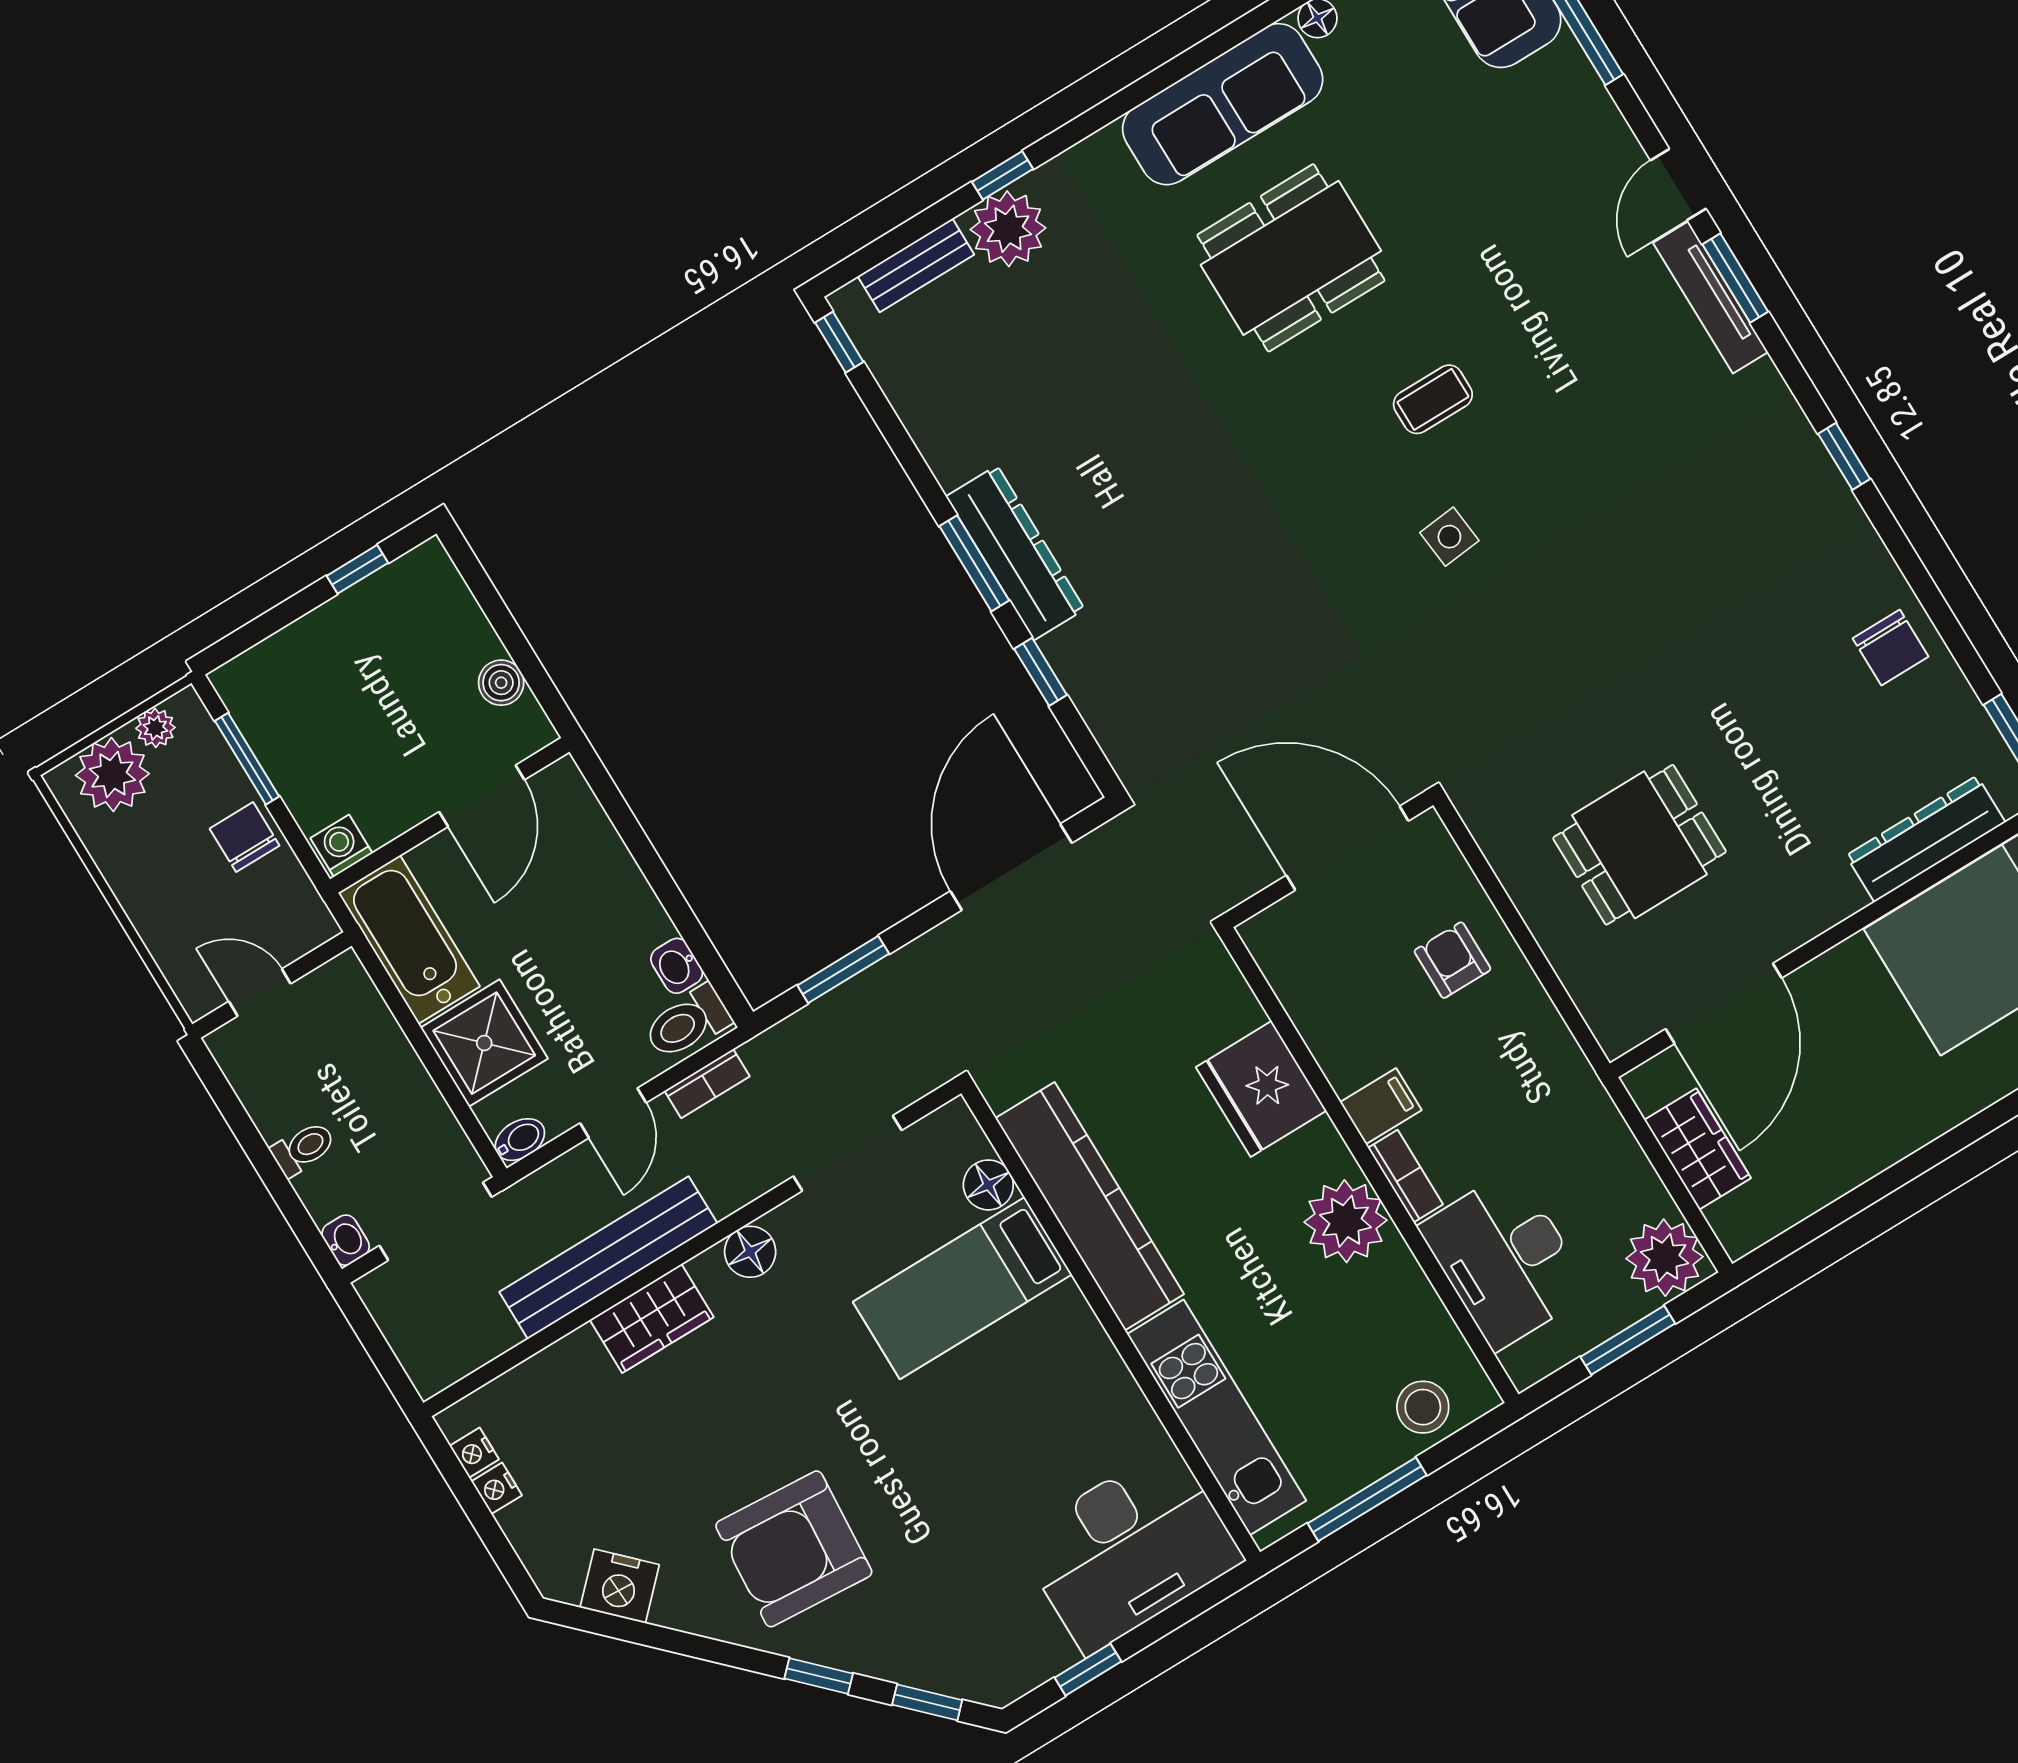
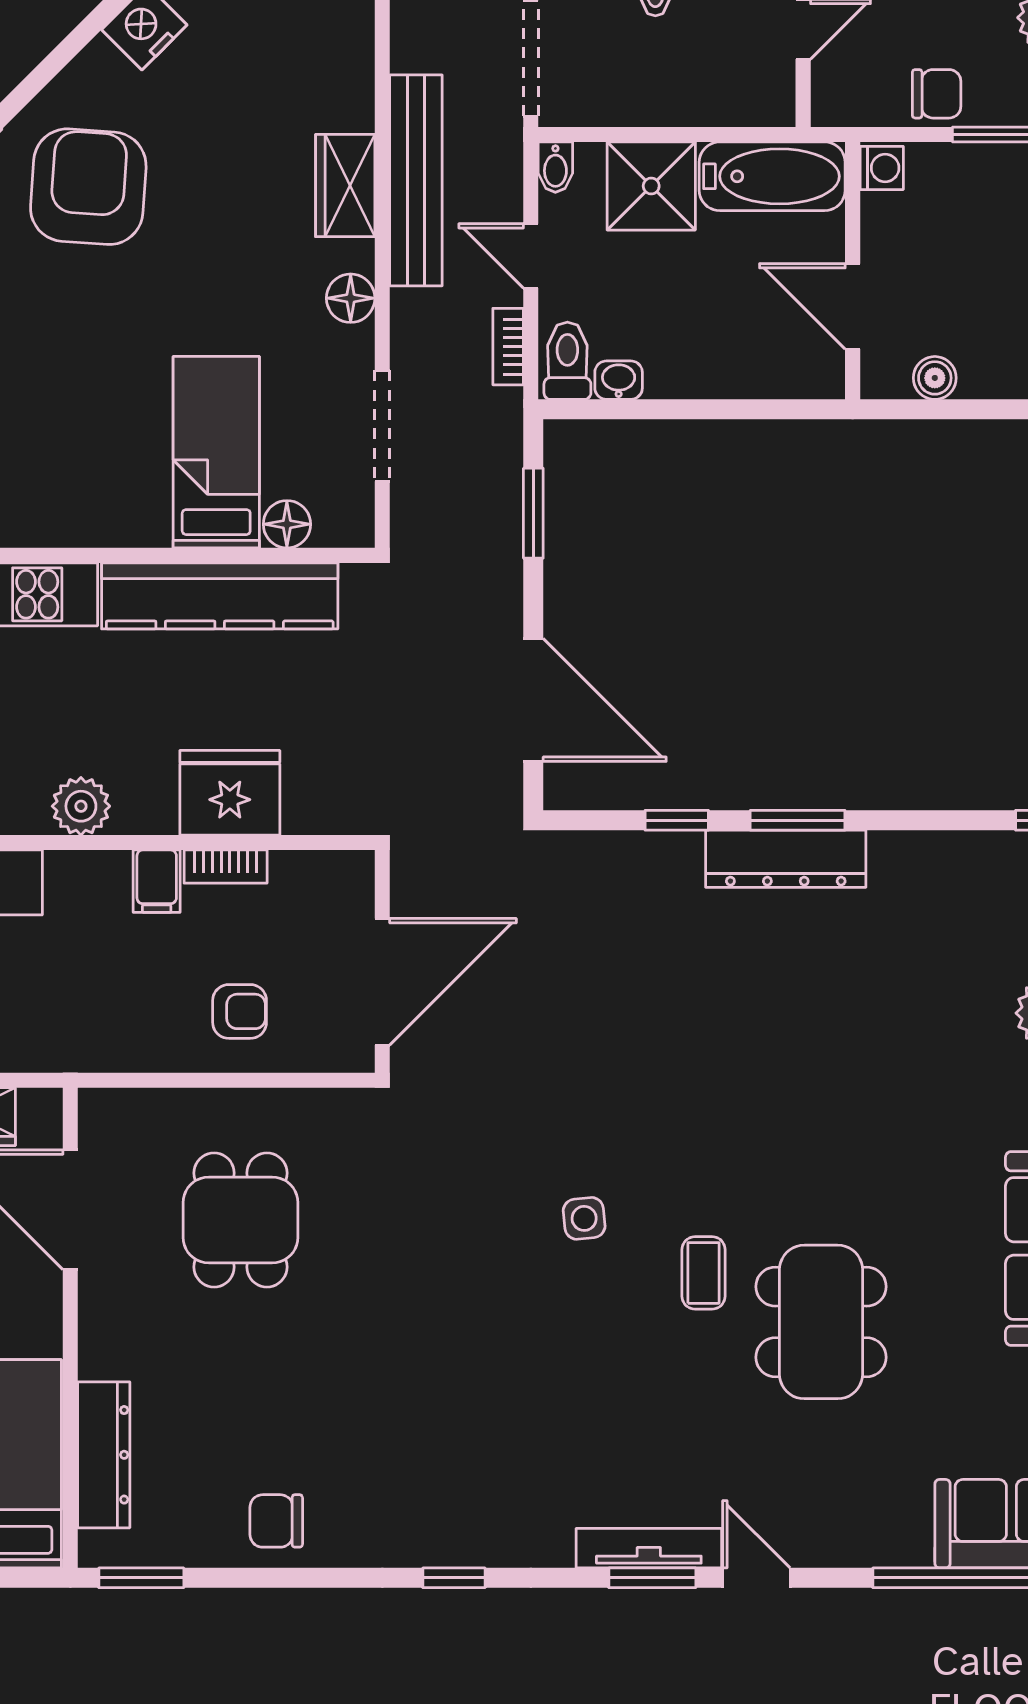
dining table: (1291, 258) -> (821, 1322), moved
bookcase: (1406, 1176) -> (226, 867), moved
plant: (1346, 1221) -> (81, 806), width x0.73, depth x0.73

